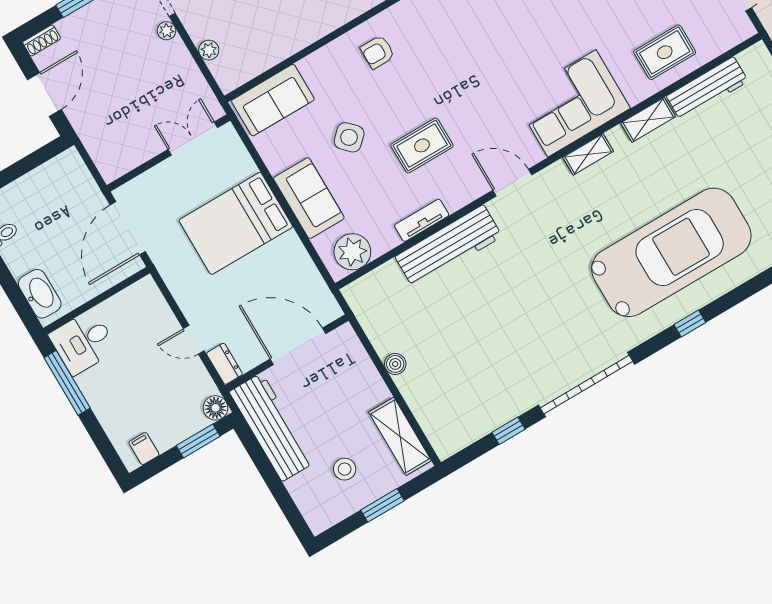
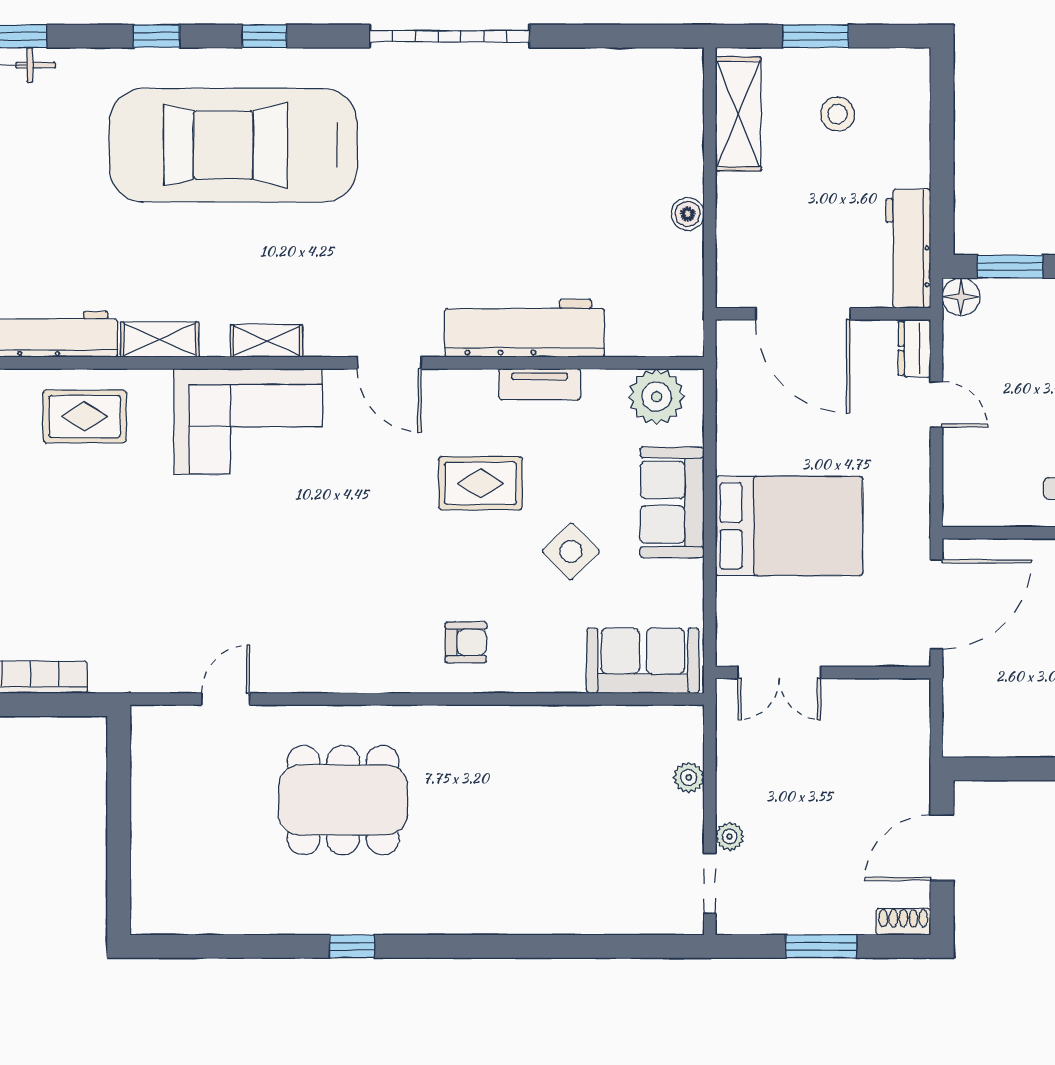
workbench: (272, 427) -> (908, 249), width x0.73, depth x0.76
window: (509, 431) -> (157, 36), moved

